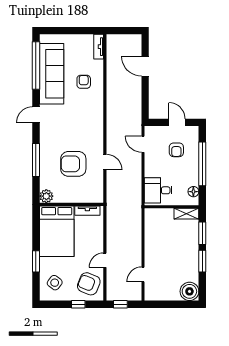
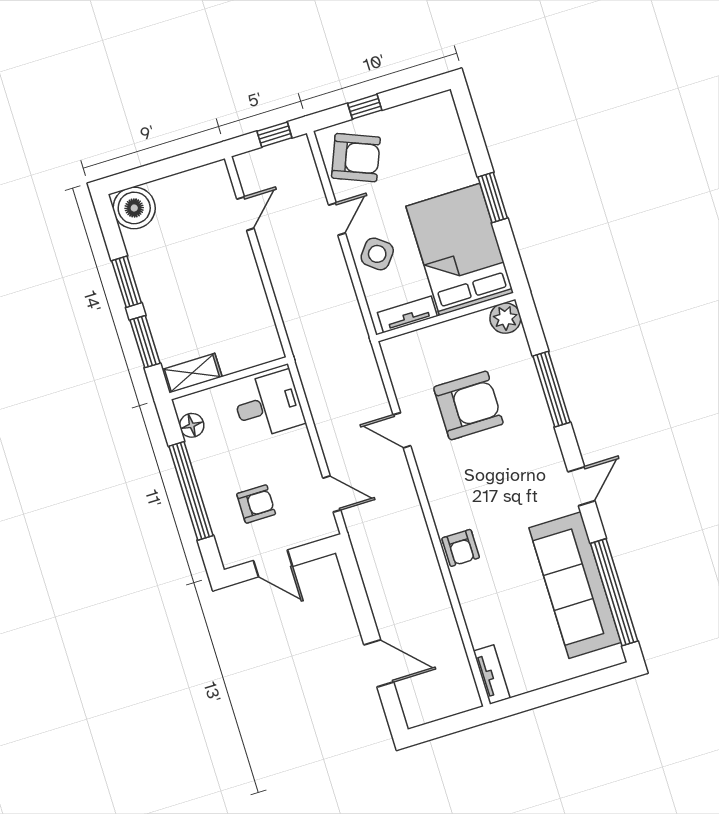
armchair: (84, 82) -> (461, 548), moved
armchair: (176, 150) -> (256, 504), turned 90
window: (36, 261) -> (493, 197), moved
side table: (55, 283) -> (377, 254), moved

